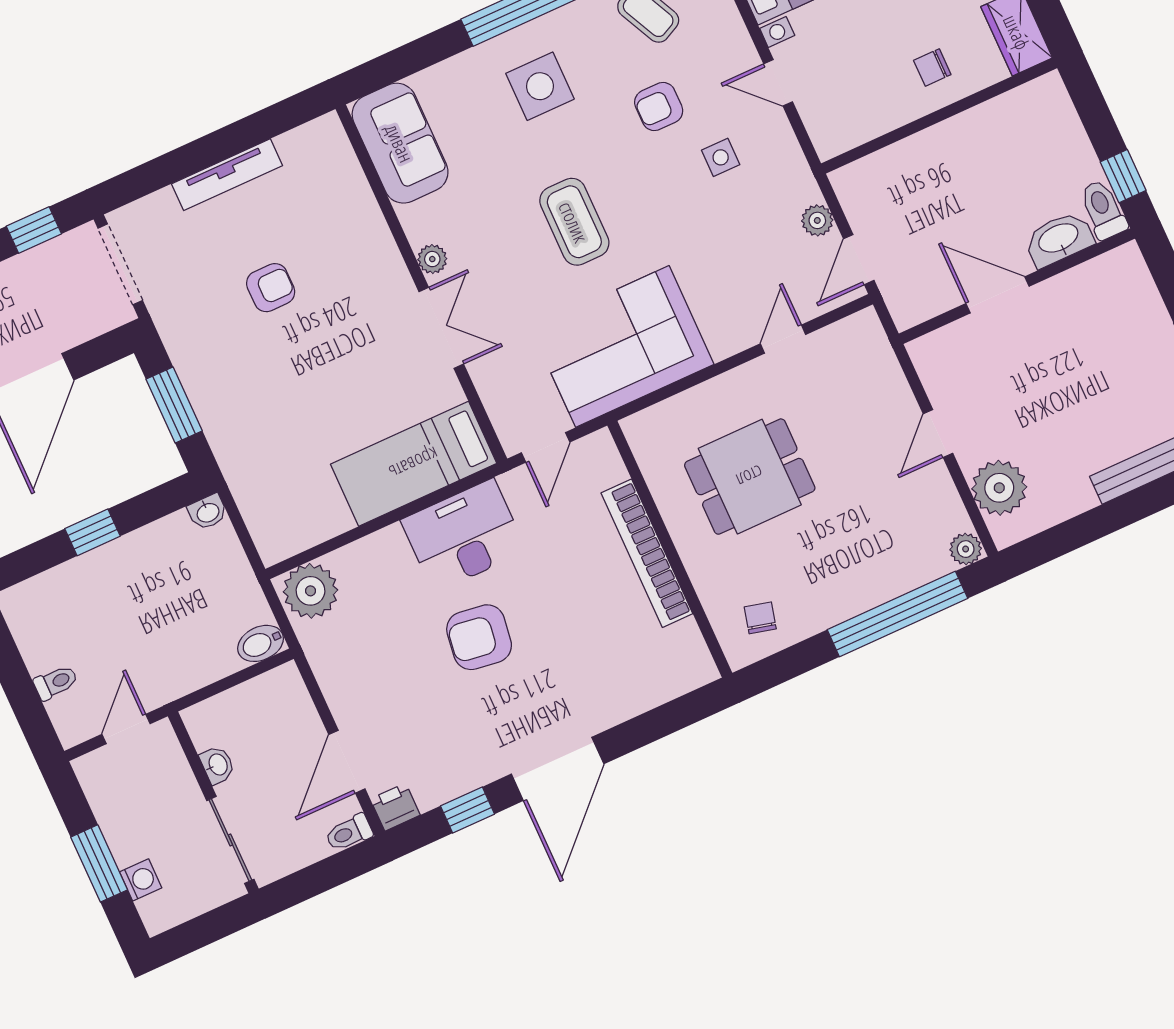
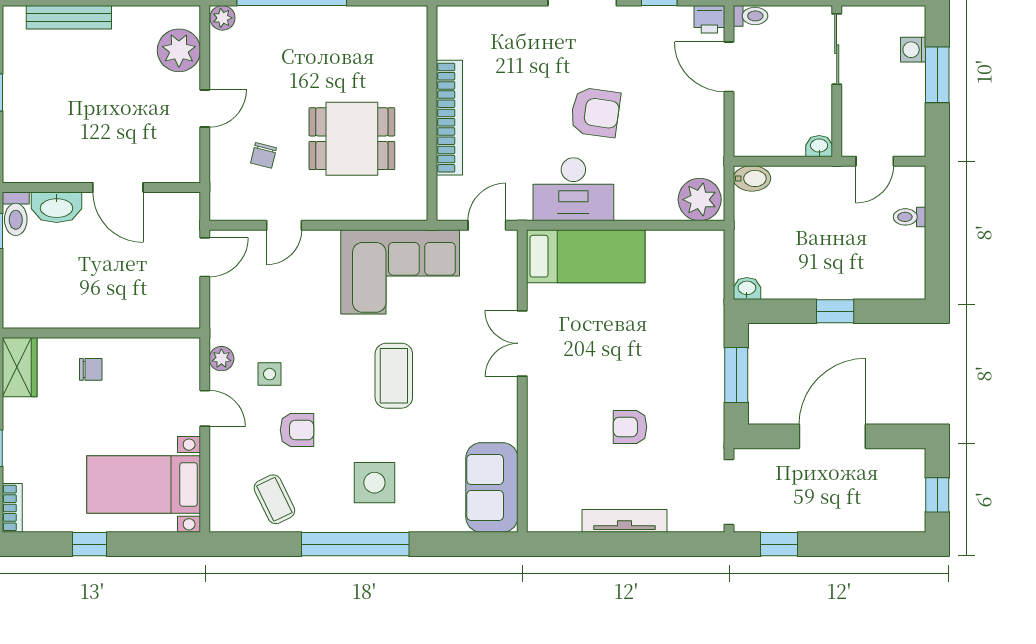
plant: (817, 220) -> (221, 359), moved
plant: (432, 259) -> (506, 395), removed
chair: (760, 618) -> (263, 155), moved
door: (347, 762) -> (729, 67), swing flipped
washbasin: (217, 765) -> (819, 146), moved, turned 90

